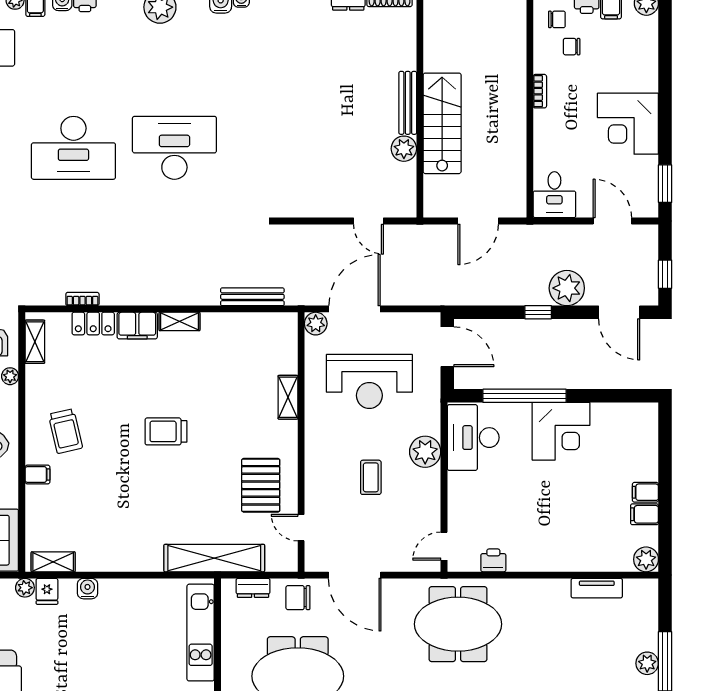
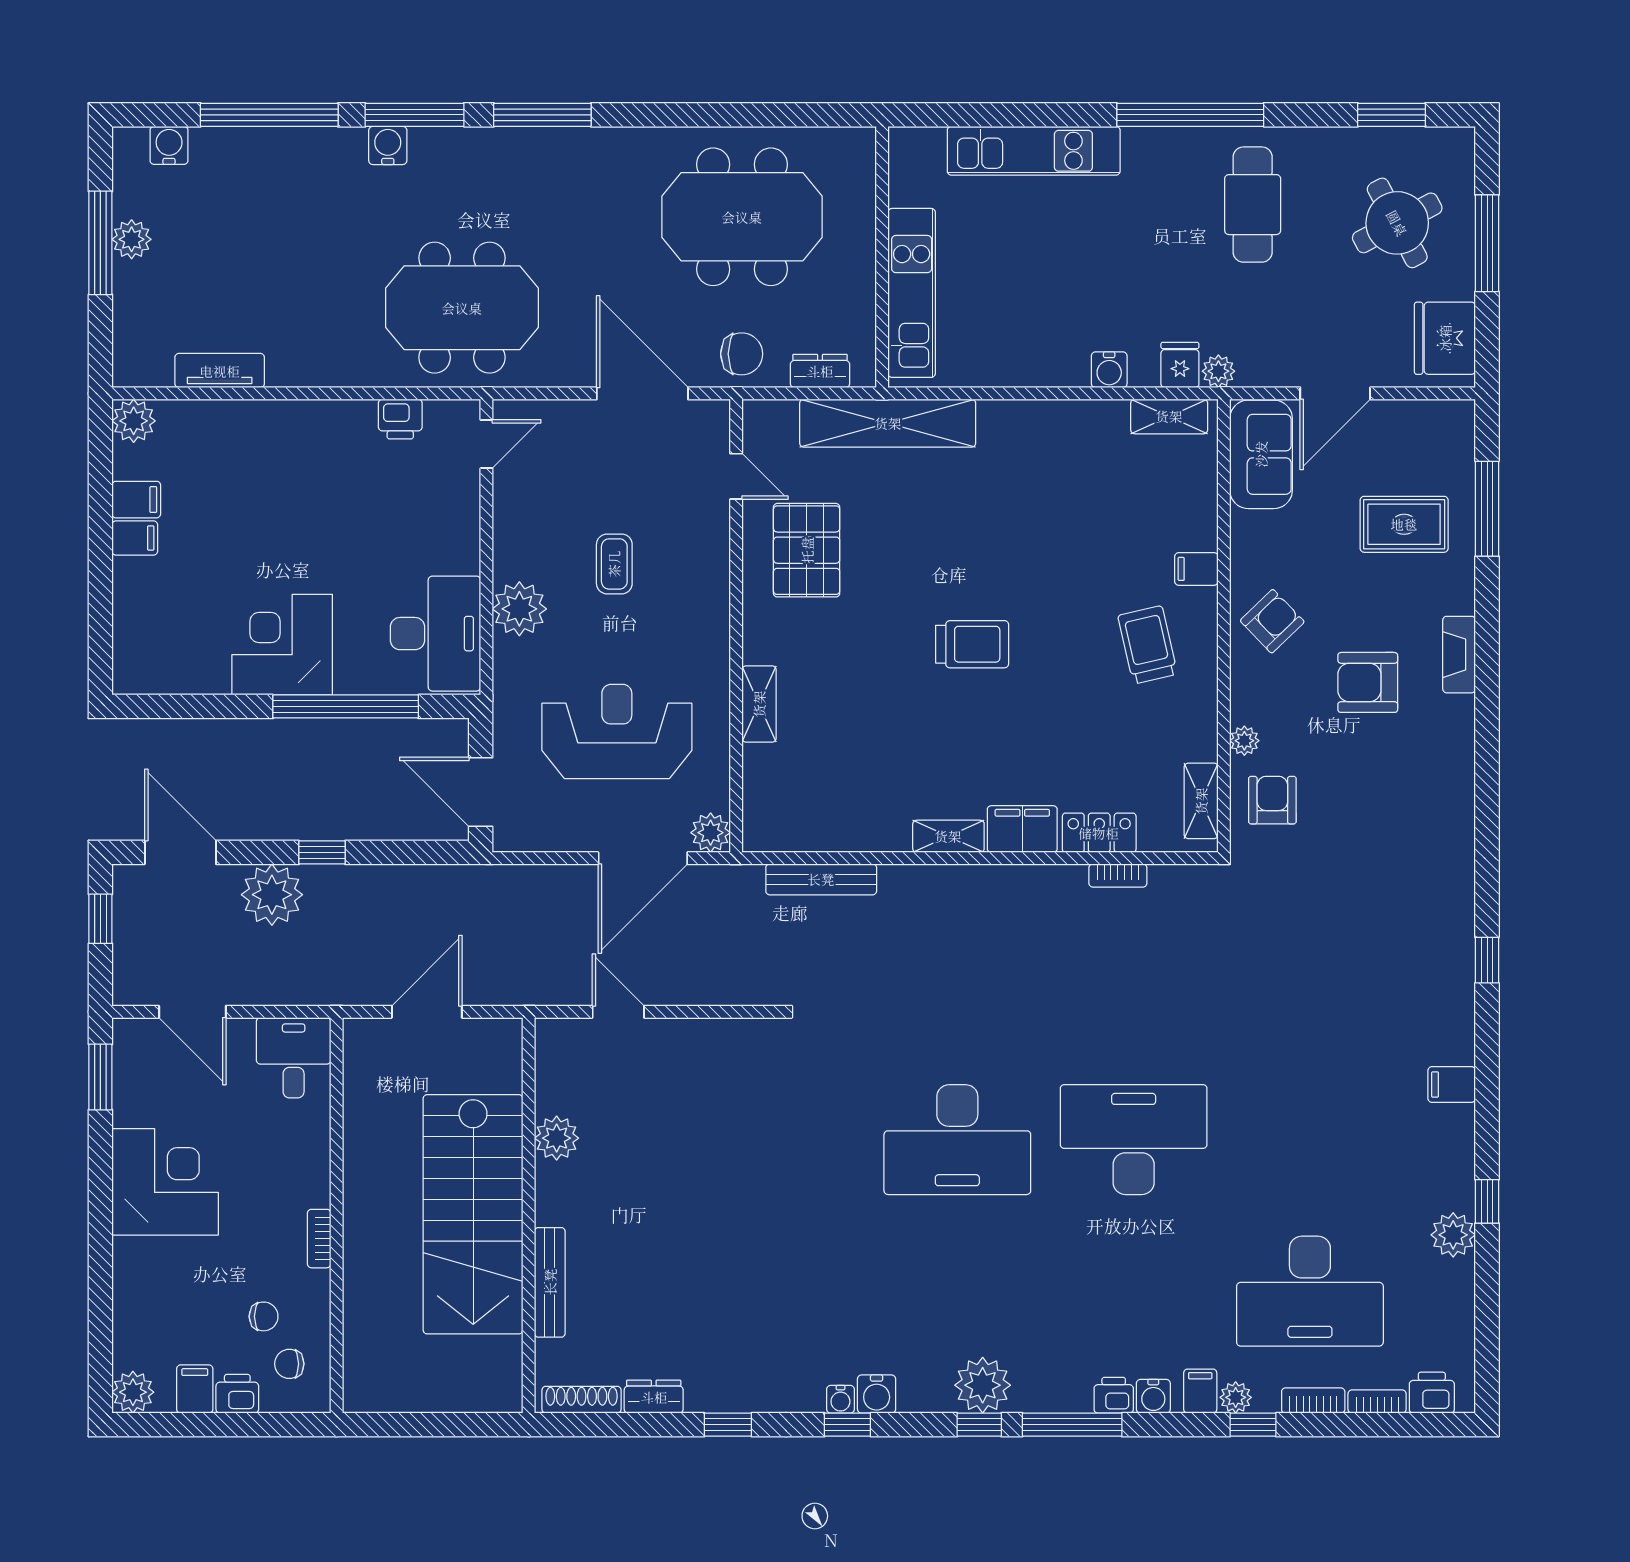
bench: (408, 103) -> (550, 1282), moved
stairs: (442, 123) -> (473, 1214), width x1.36, depth x1.51

